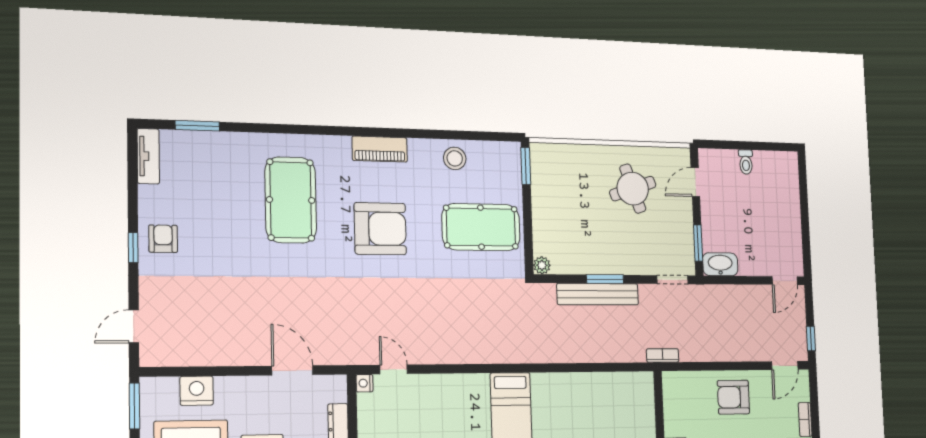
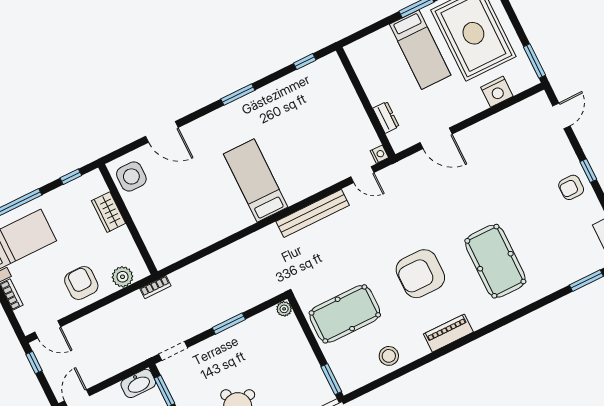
armchair: (163, 239) -> (571, 187), turned 90
bench: (598, 294) -> (313, 213), moved
door: (785, 365) -> (48, 329), swing flipped
plant: (691, 383) -> (122, 277), added
armchair: (733, 397) -> (81, 283), turned -90

